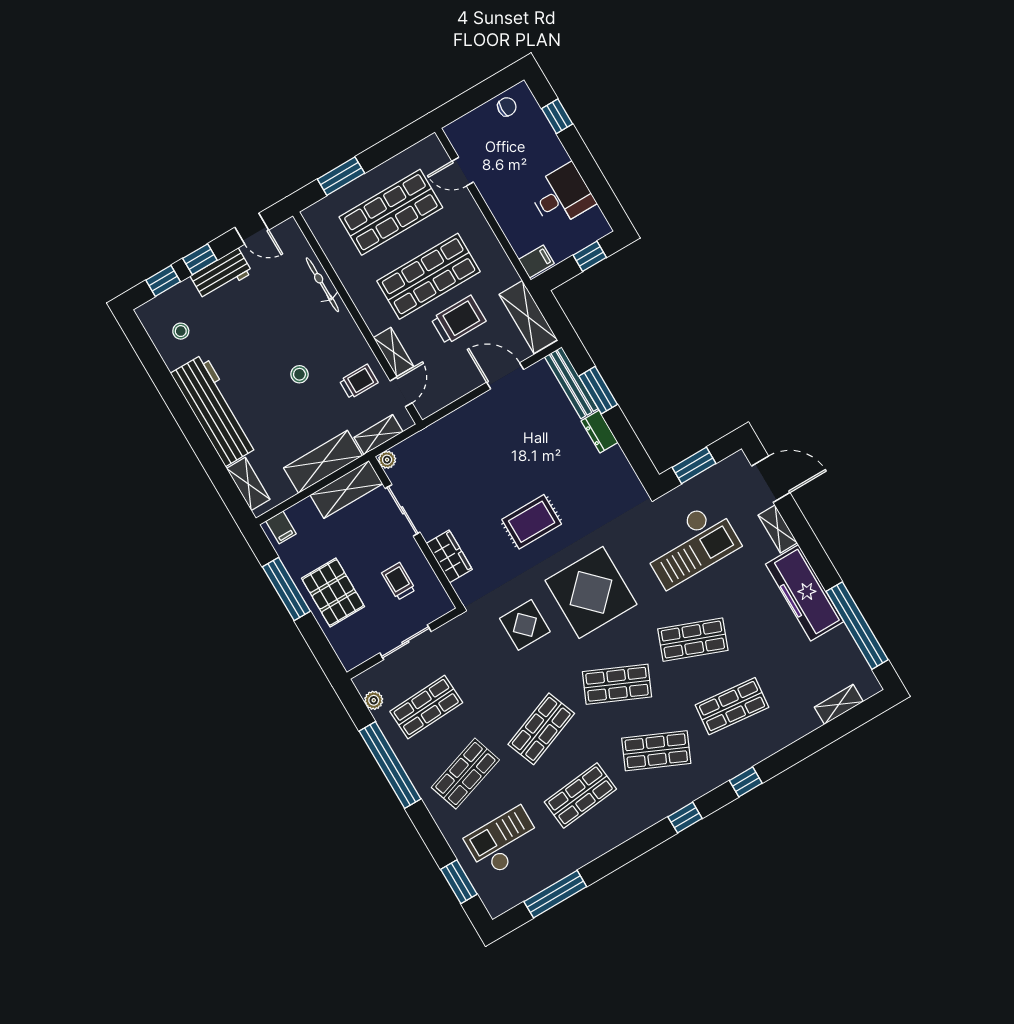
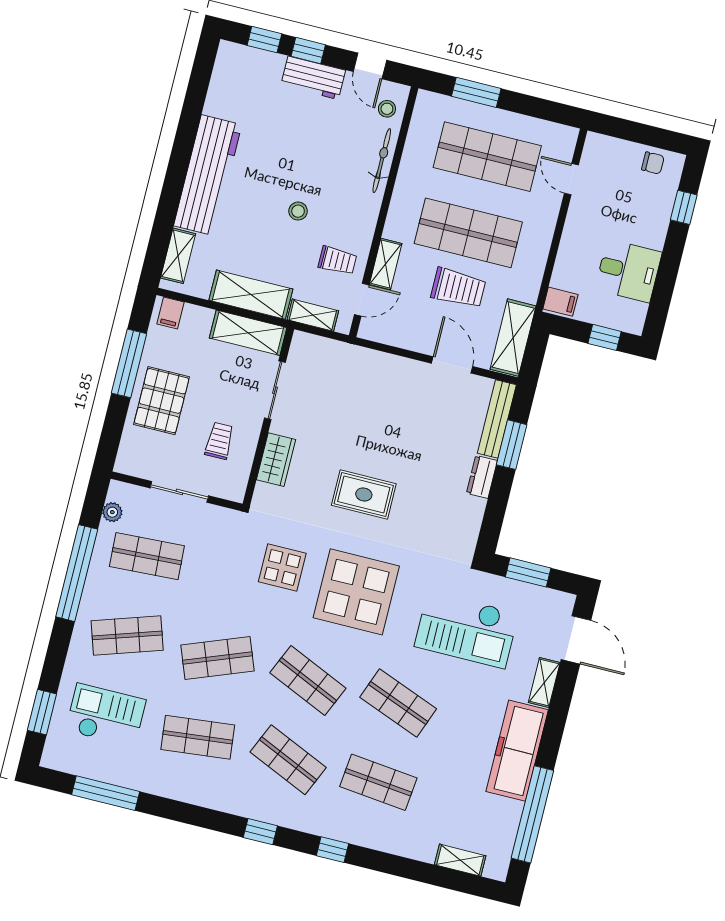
stool: (181, 331) -> (387, 109), moved
plant: (387, 460) -> (301, 341), removed

